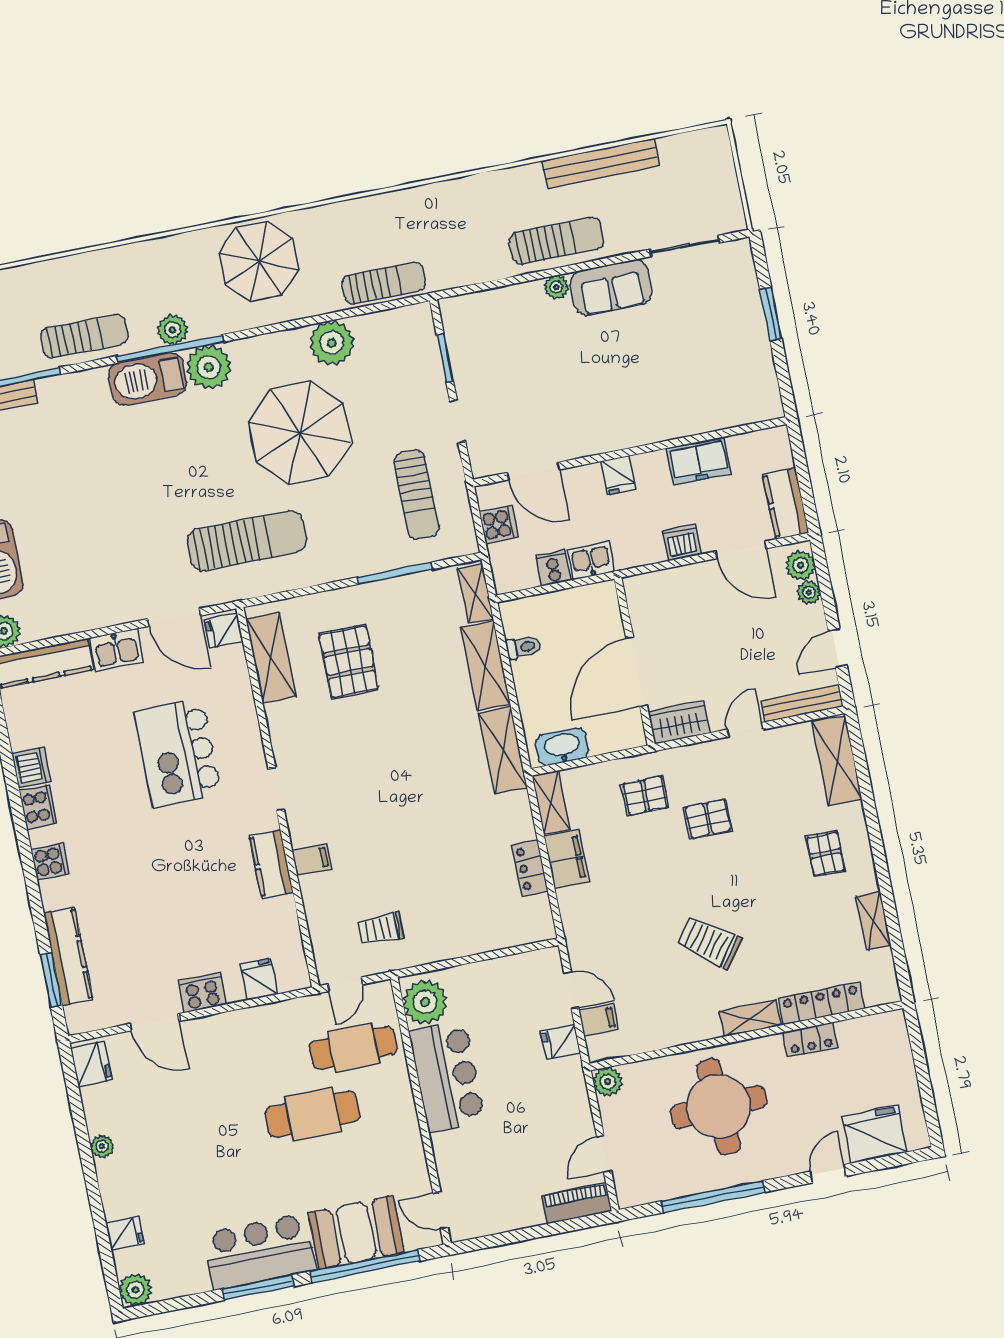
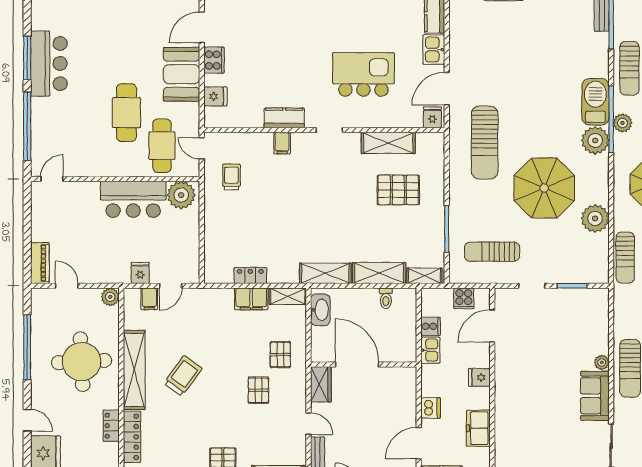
shelving: (271, 658) -> (388, 143), moved
shelving: (750, 1018) -> (134, 370), width x2.20, depth x1.33
booth: (356, 1233) -> (182, 74), moved

